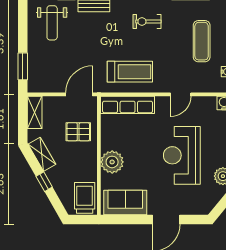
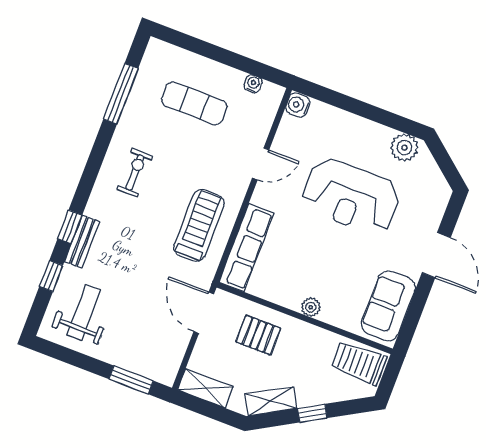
exercise bike: (147, 22) -> (135, 172), turned 180
weight bench: (52, 23) -> (84, 312), turned -90
door: (181, 94) -> (261, 164), hinge flipped
pallet: (78, 132) -> (258, 335), turned 90
plant: (112, 162) -> (311, 307), width x0.53, depth x0.53

